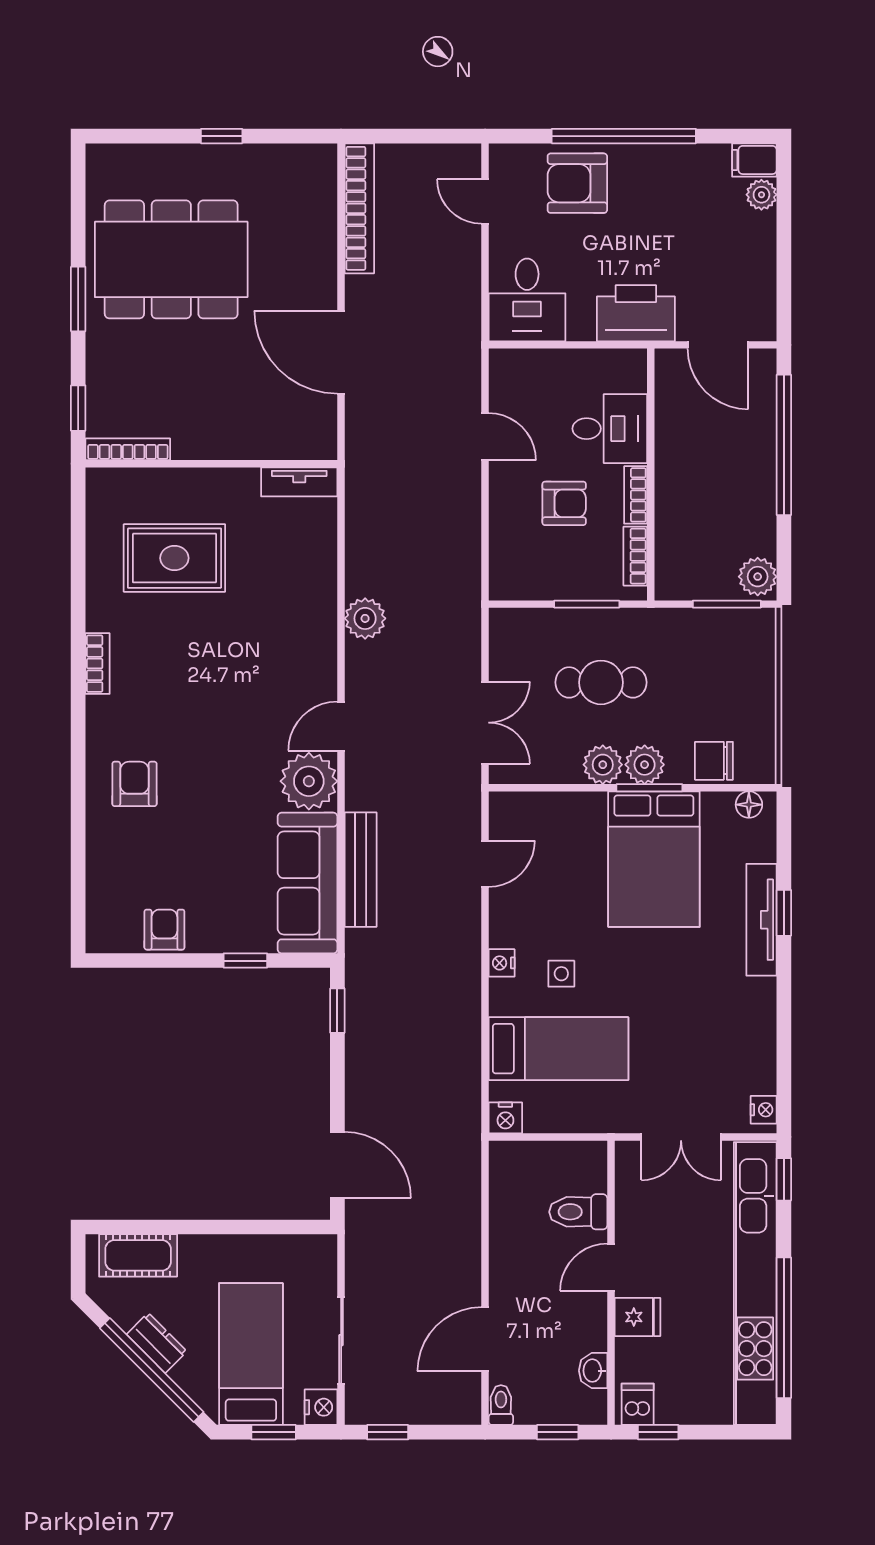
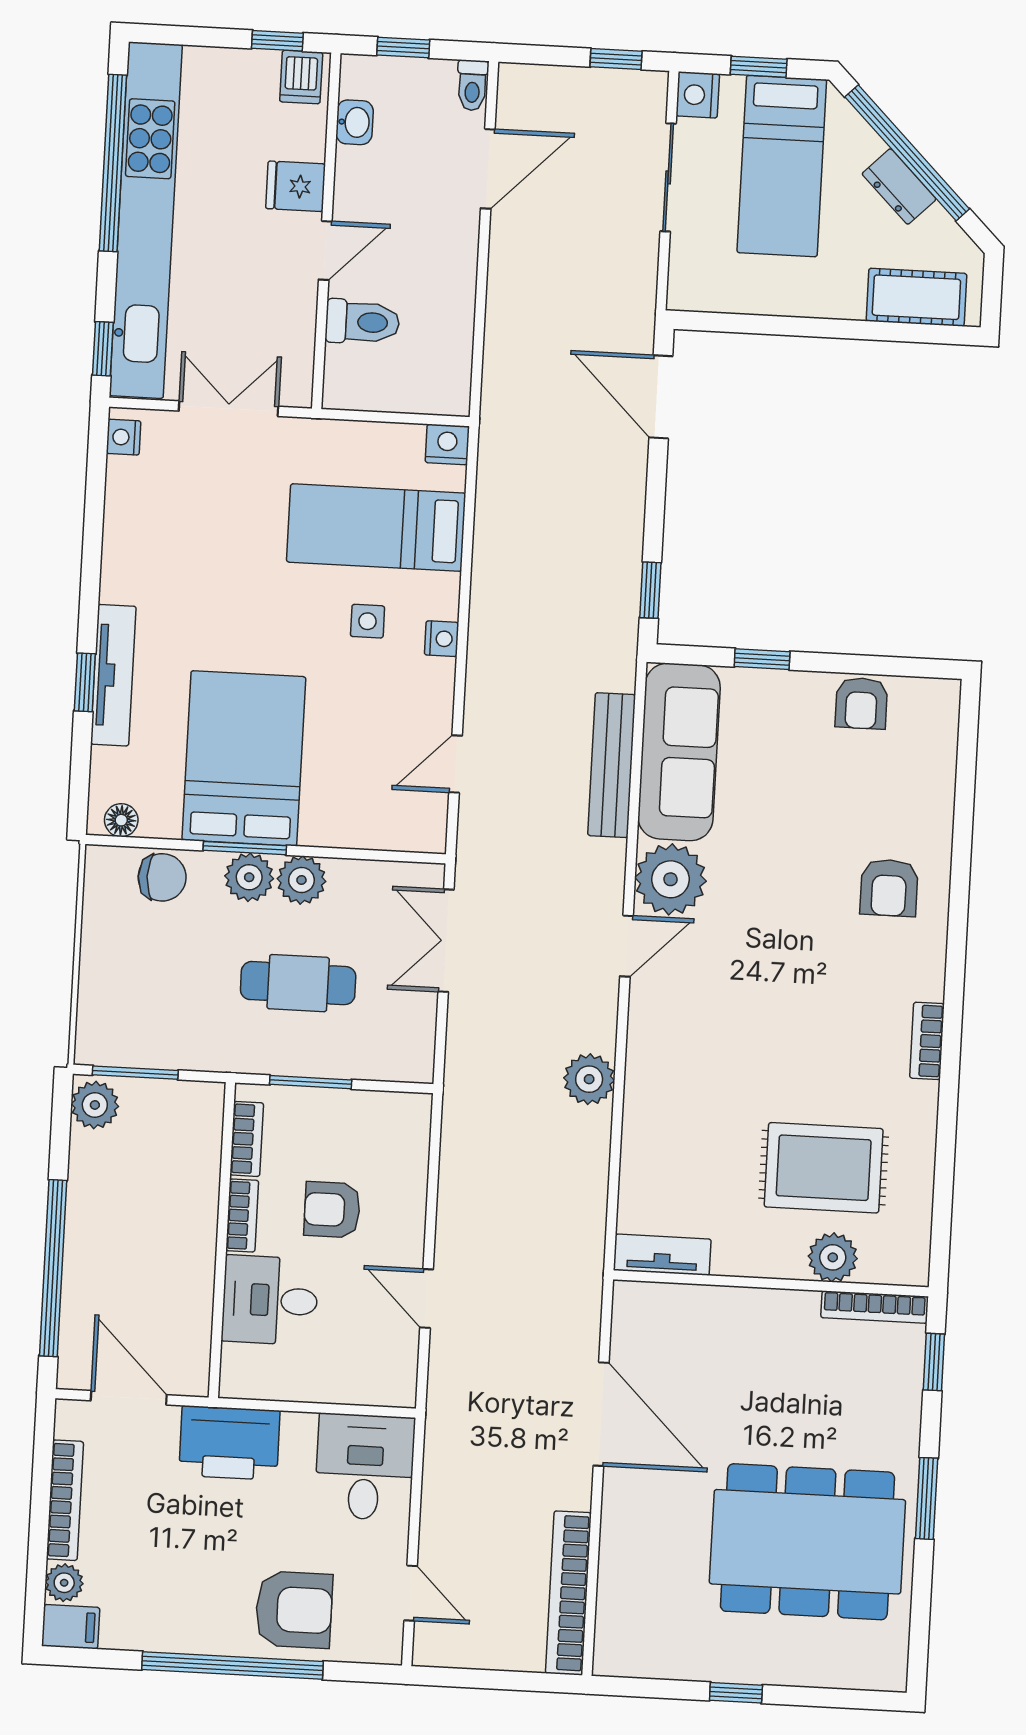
bookcase: (764, 260) -> (65, 1500), added
plant: (163, 487) -> (833, 1257), added

